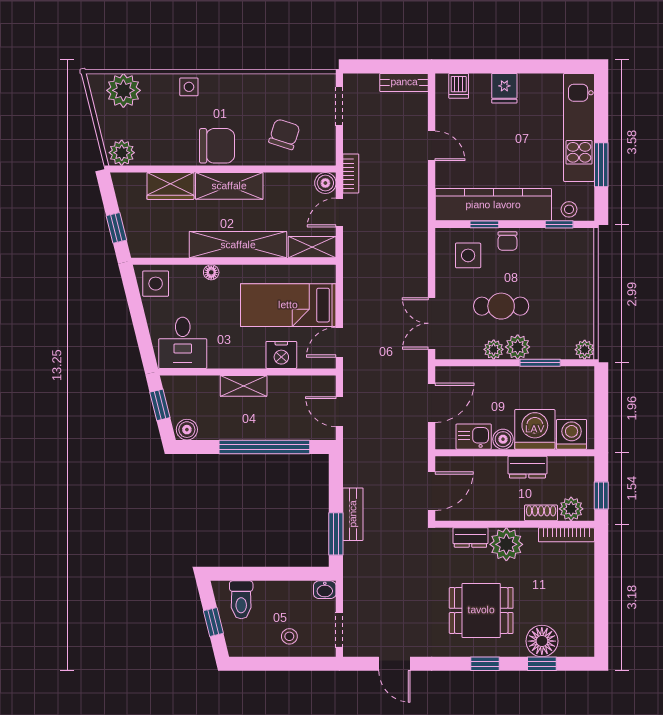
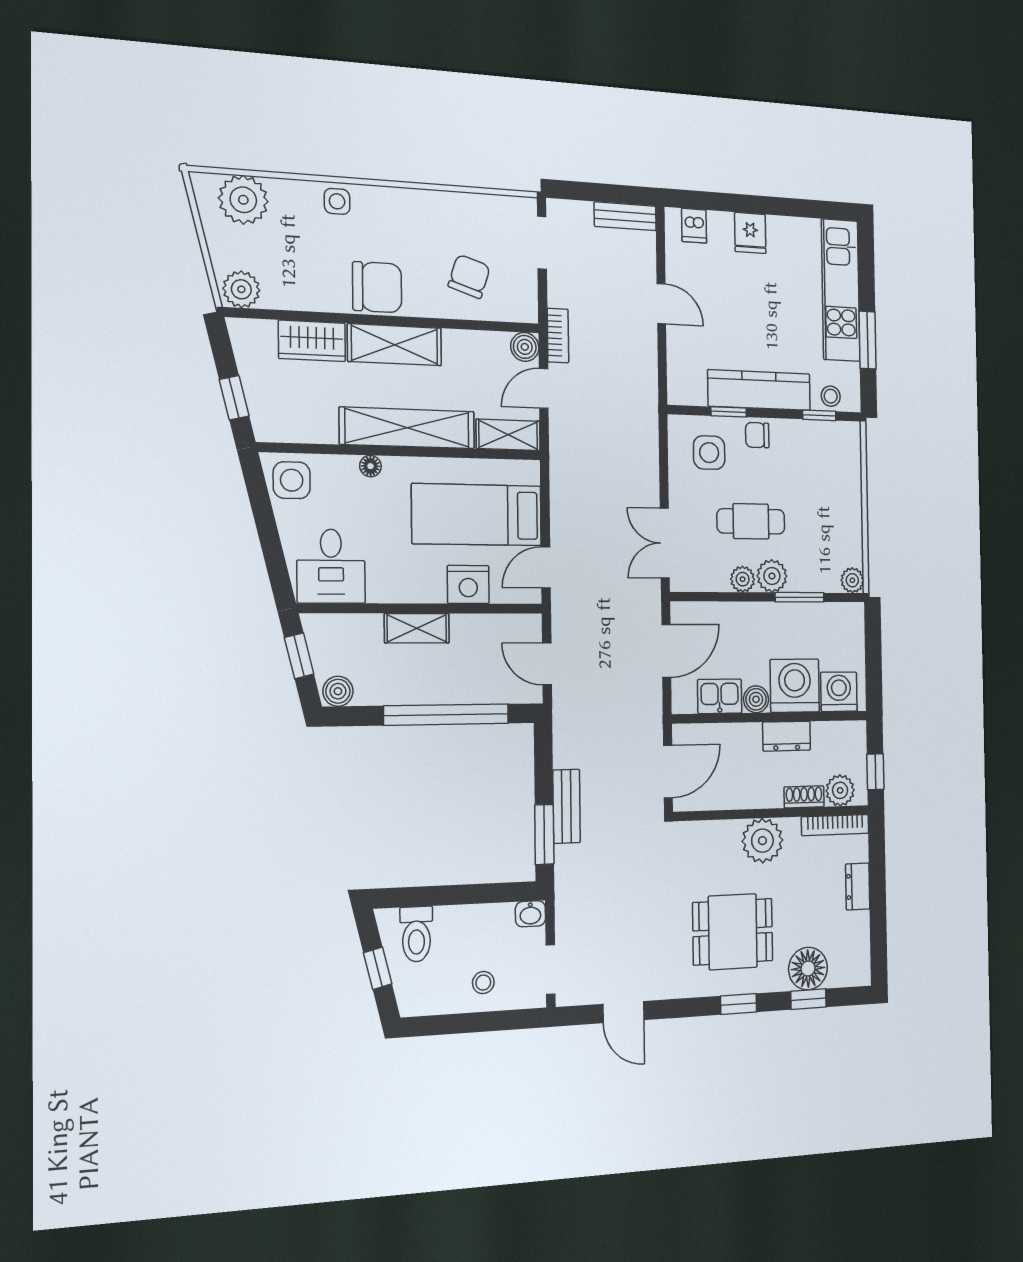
kitchen counter: (493, 205) -> (759, 390), width x0.72, depth x0.86
chair: (507, 241) -> (757, 435), turned 90
dresser: (470, 537) -> (858, 886), moved, turned 90

